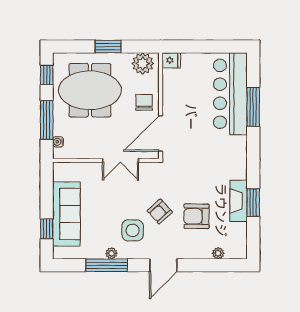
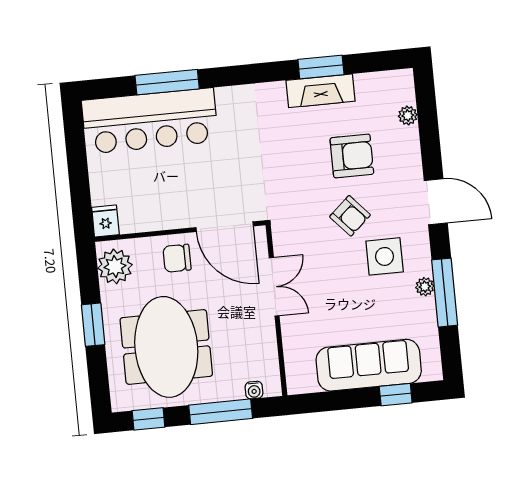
armchair: (196, 216) -> (352, 156), turned -90

